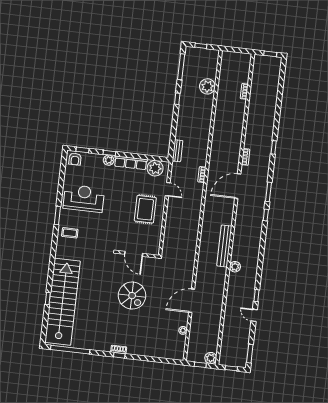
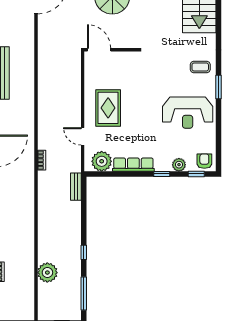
plant: (109, 160) -> (179, 165), moved
door: (134, 254) -> (99, 50), moved

